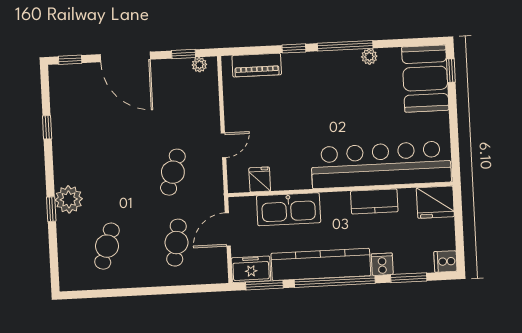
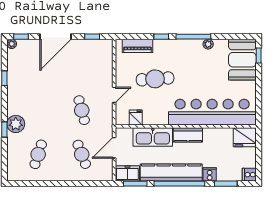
door: (125, 57) -> (56, 37), hinge flipped
plant: (199, 65) -> (12, 44), moved
cafe table: (287, 116) -> (155, 79), added
cafe table: (173, 172) -> (82, 110), turned -33
kitchen counter: (374, 201) -> (188, 135), moved
cafe table: (176, 243) -> (82, 154), turned -30

